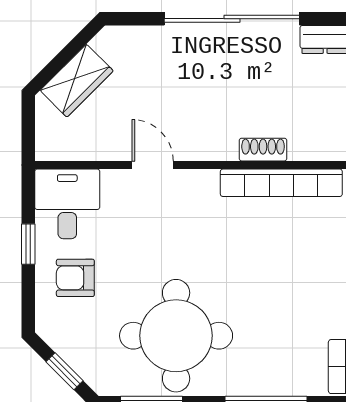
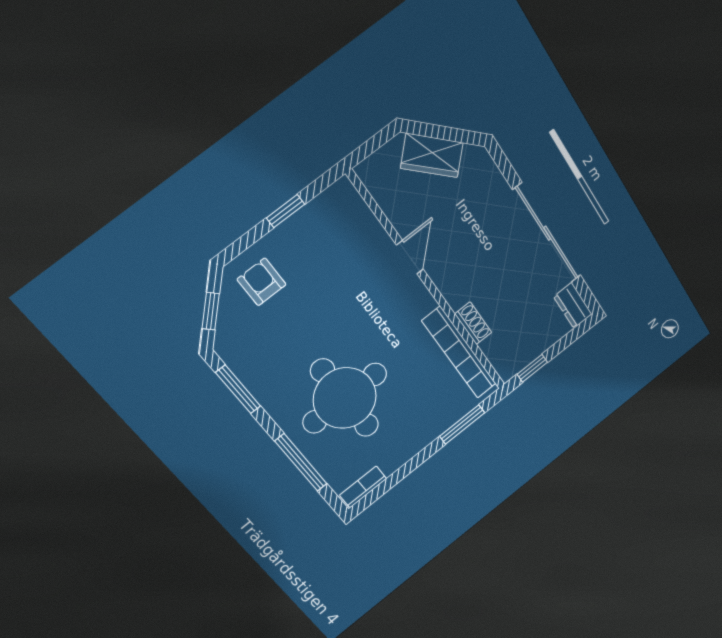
desk: (67, 204) -> (337, 217), removed
armchair: (75, 278) -> (262, 282), moved
round table: (176, 336) -> (345, 398), moved

